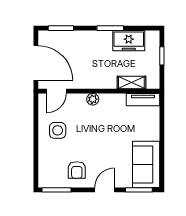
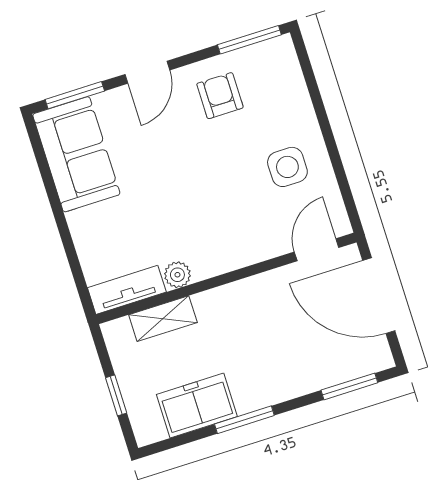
plant: (93, 99) -> (177, 275), moved

